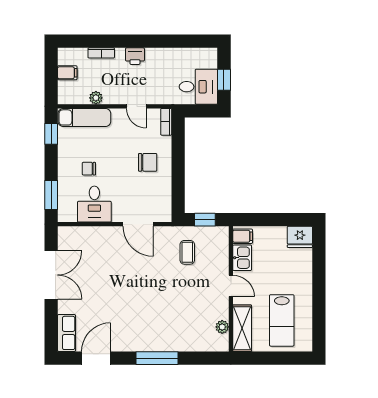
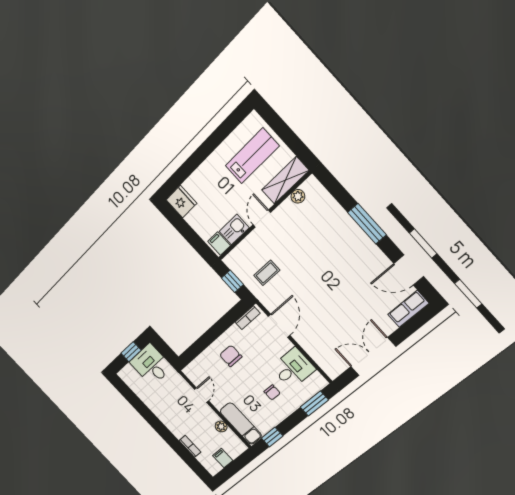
printer: (135, 56) -> (171, 423), removed
bookcase: (166, 122) -> (247, 318), moved

